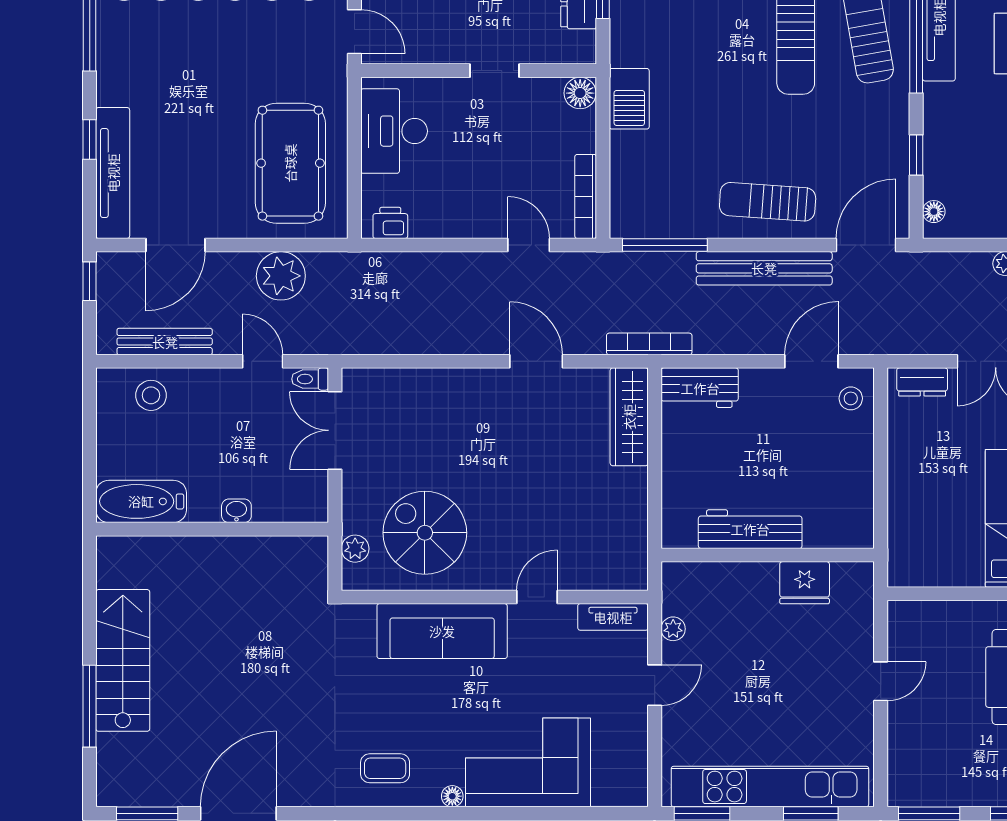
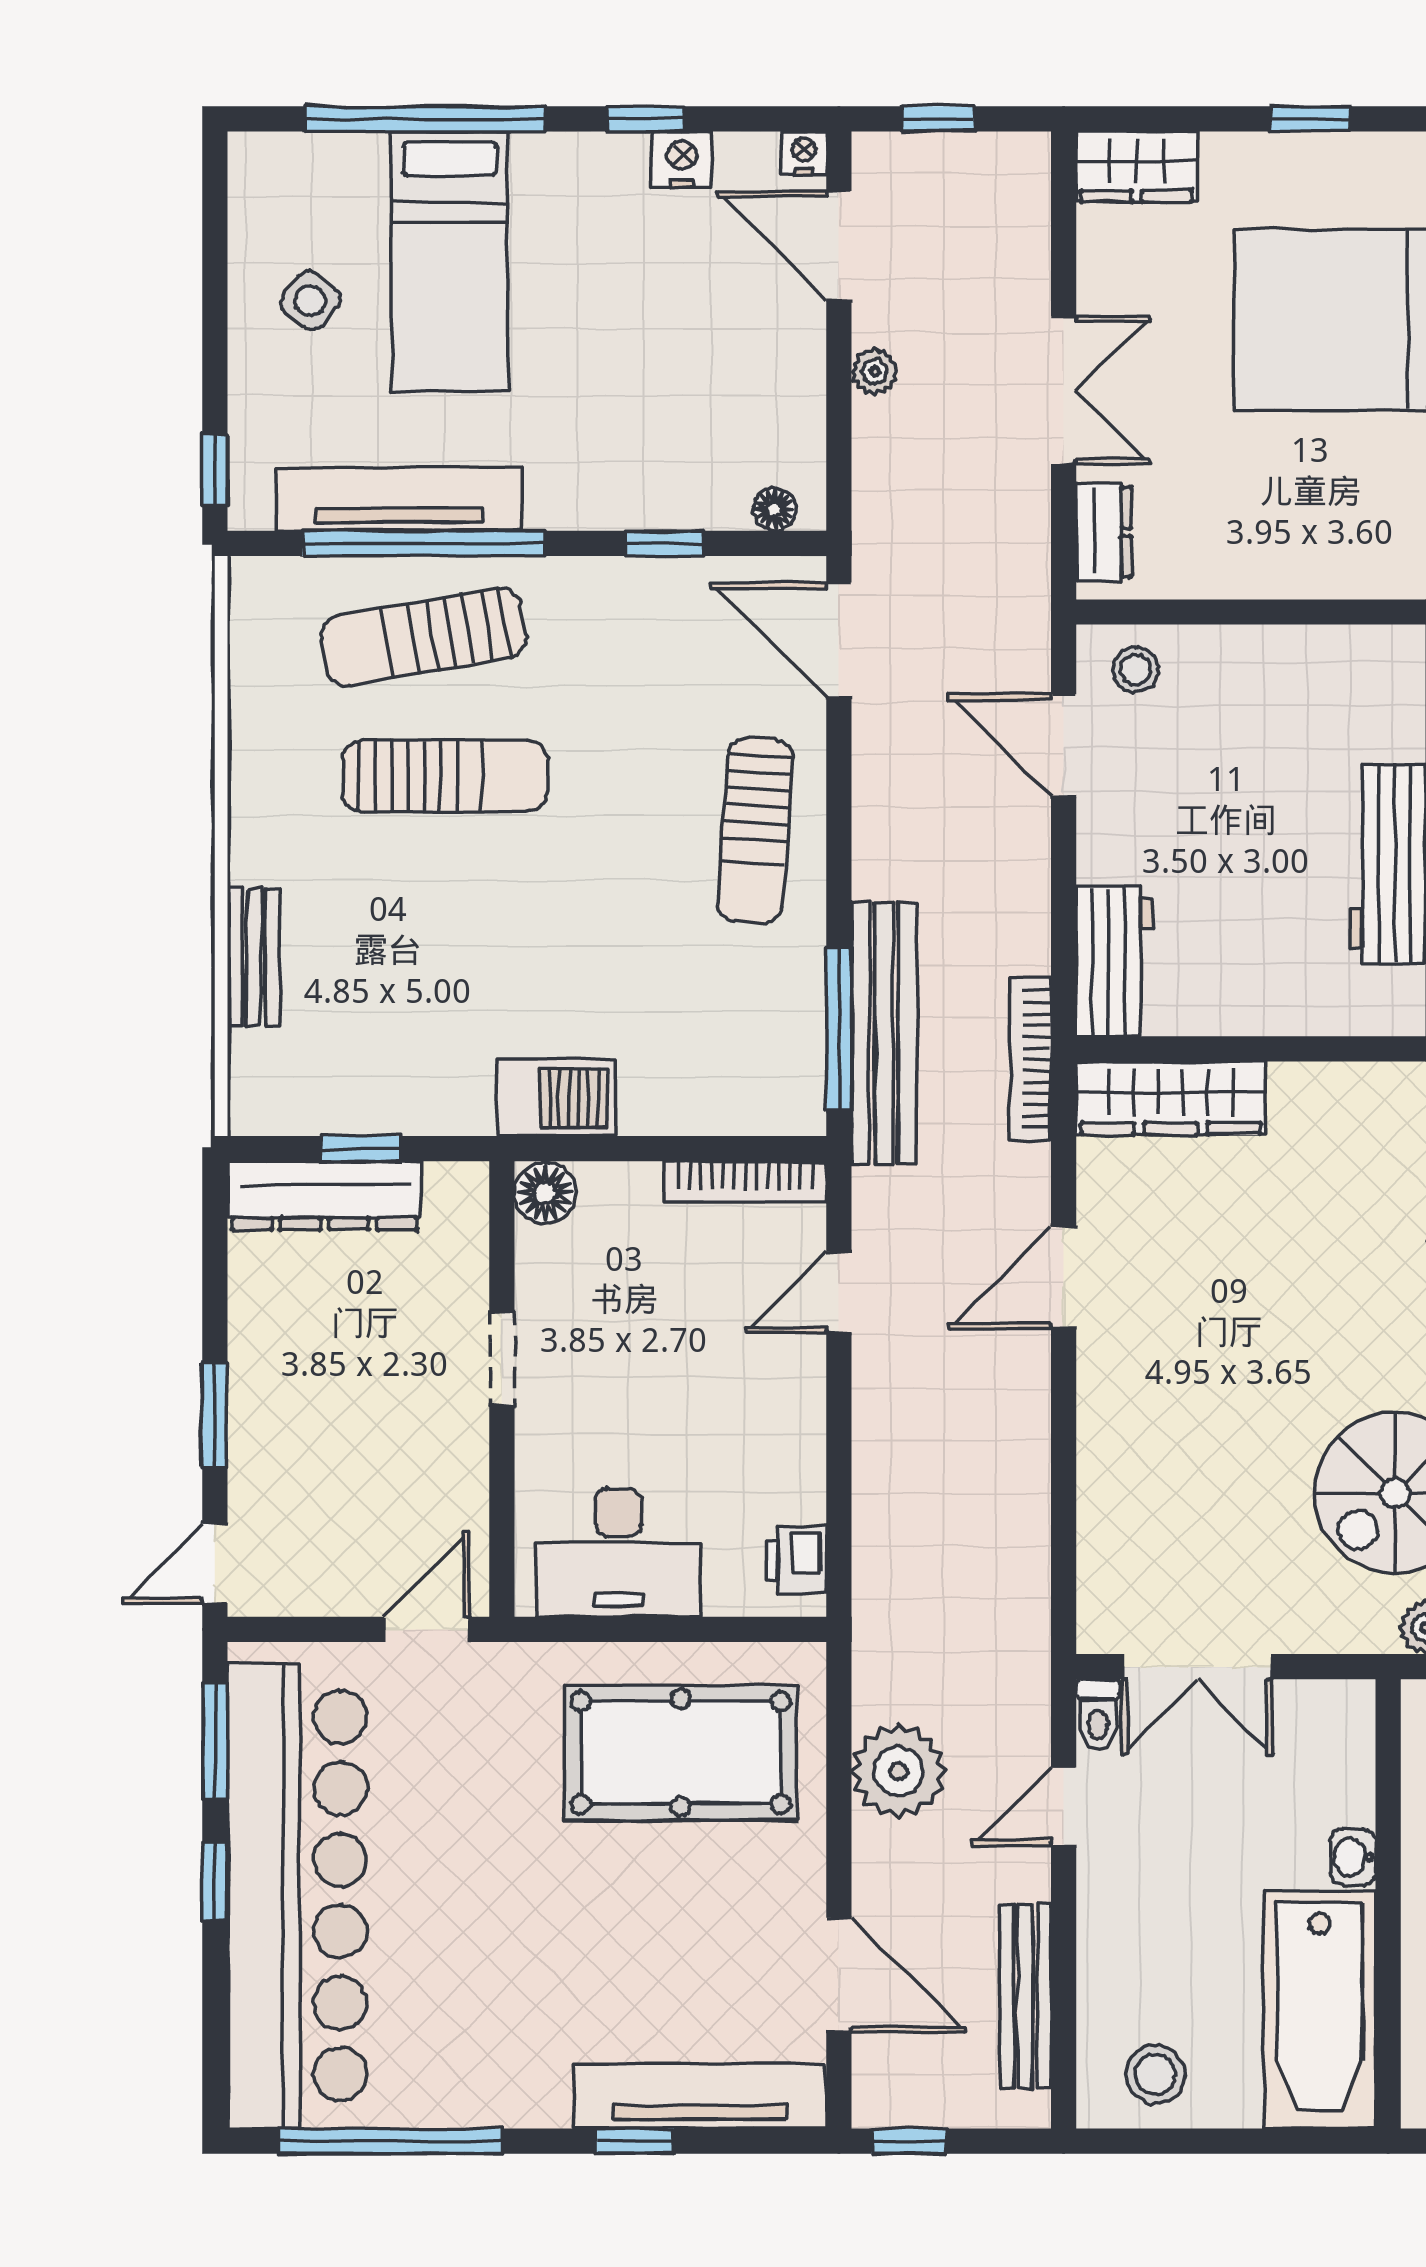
bench: (764, 268) -> (884, 1033), moved
stool: (151, 395) -> (1155, 2074), moved
bathtub: (141, 501) -> (1320, 2010), width x1.36, depth x1.36

